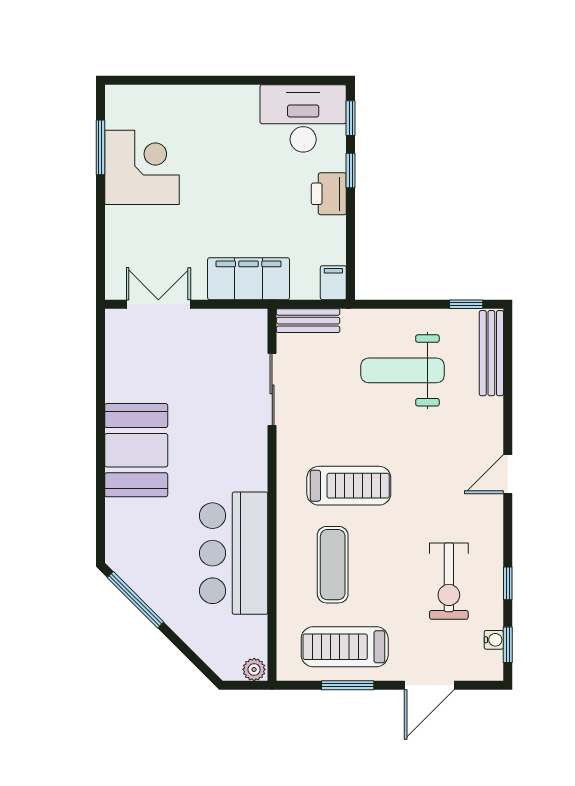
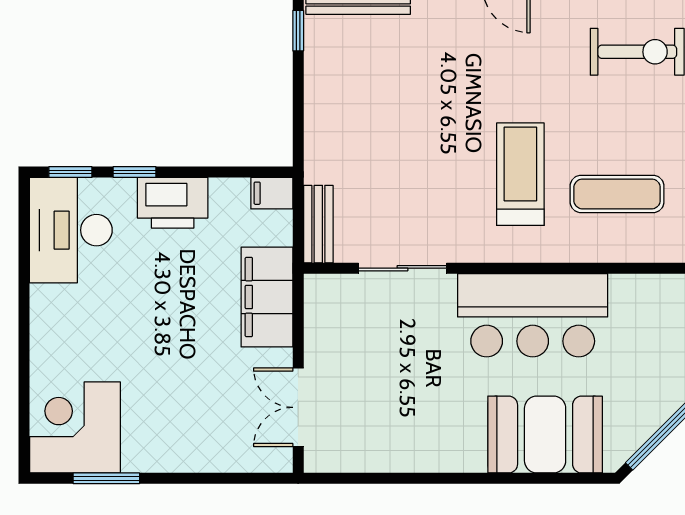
corner desk: (142, 167) -> (75, 427), moved
printer: (329, 194) -> (173, 203), width x1.37, depth x1.19
weight bench: (403, 370) -> (379, 108), removed
booth: (136, 450) -> (545, 435), moved
bar counter: (234, 553) -> (533, 315), moved

